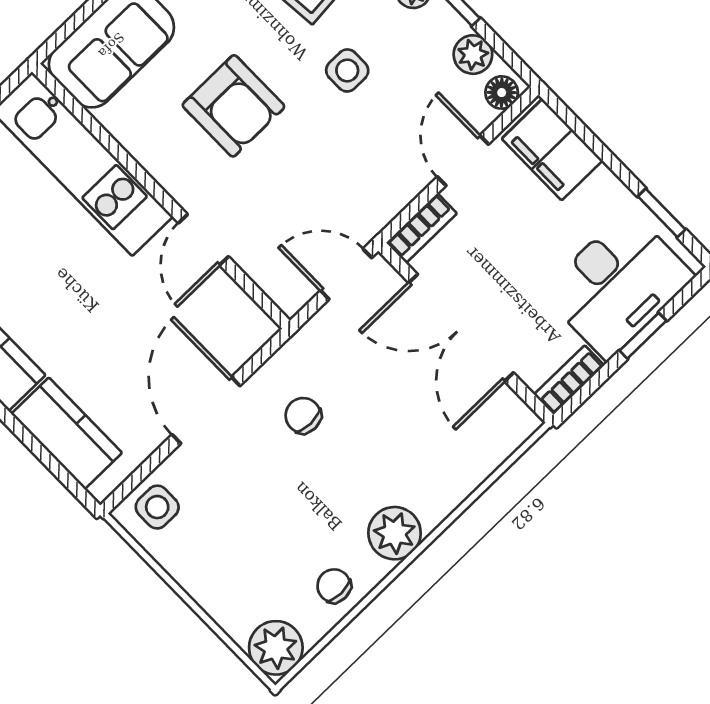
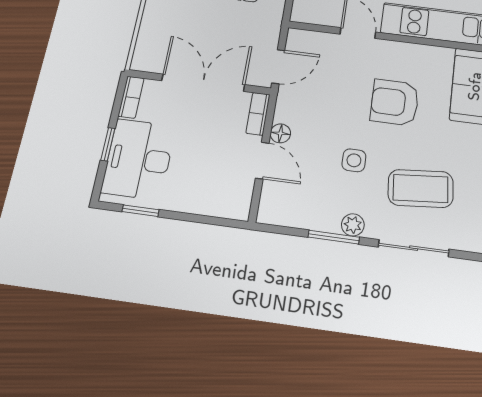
plant: (473, 55) -> (297, 216), removed
floor lamp: (502, 93) -> (280, 133), moved
filing cabinet: (552, 150) -> (221, 200), removed

